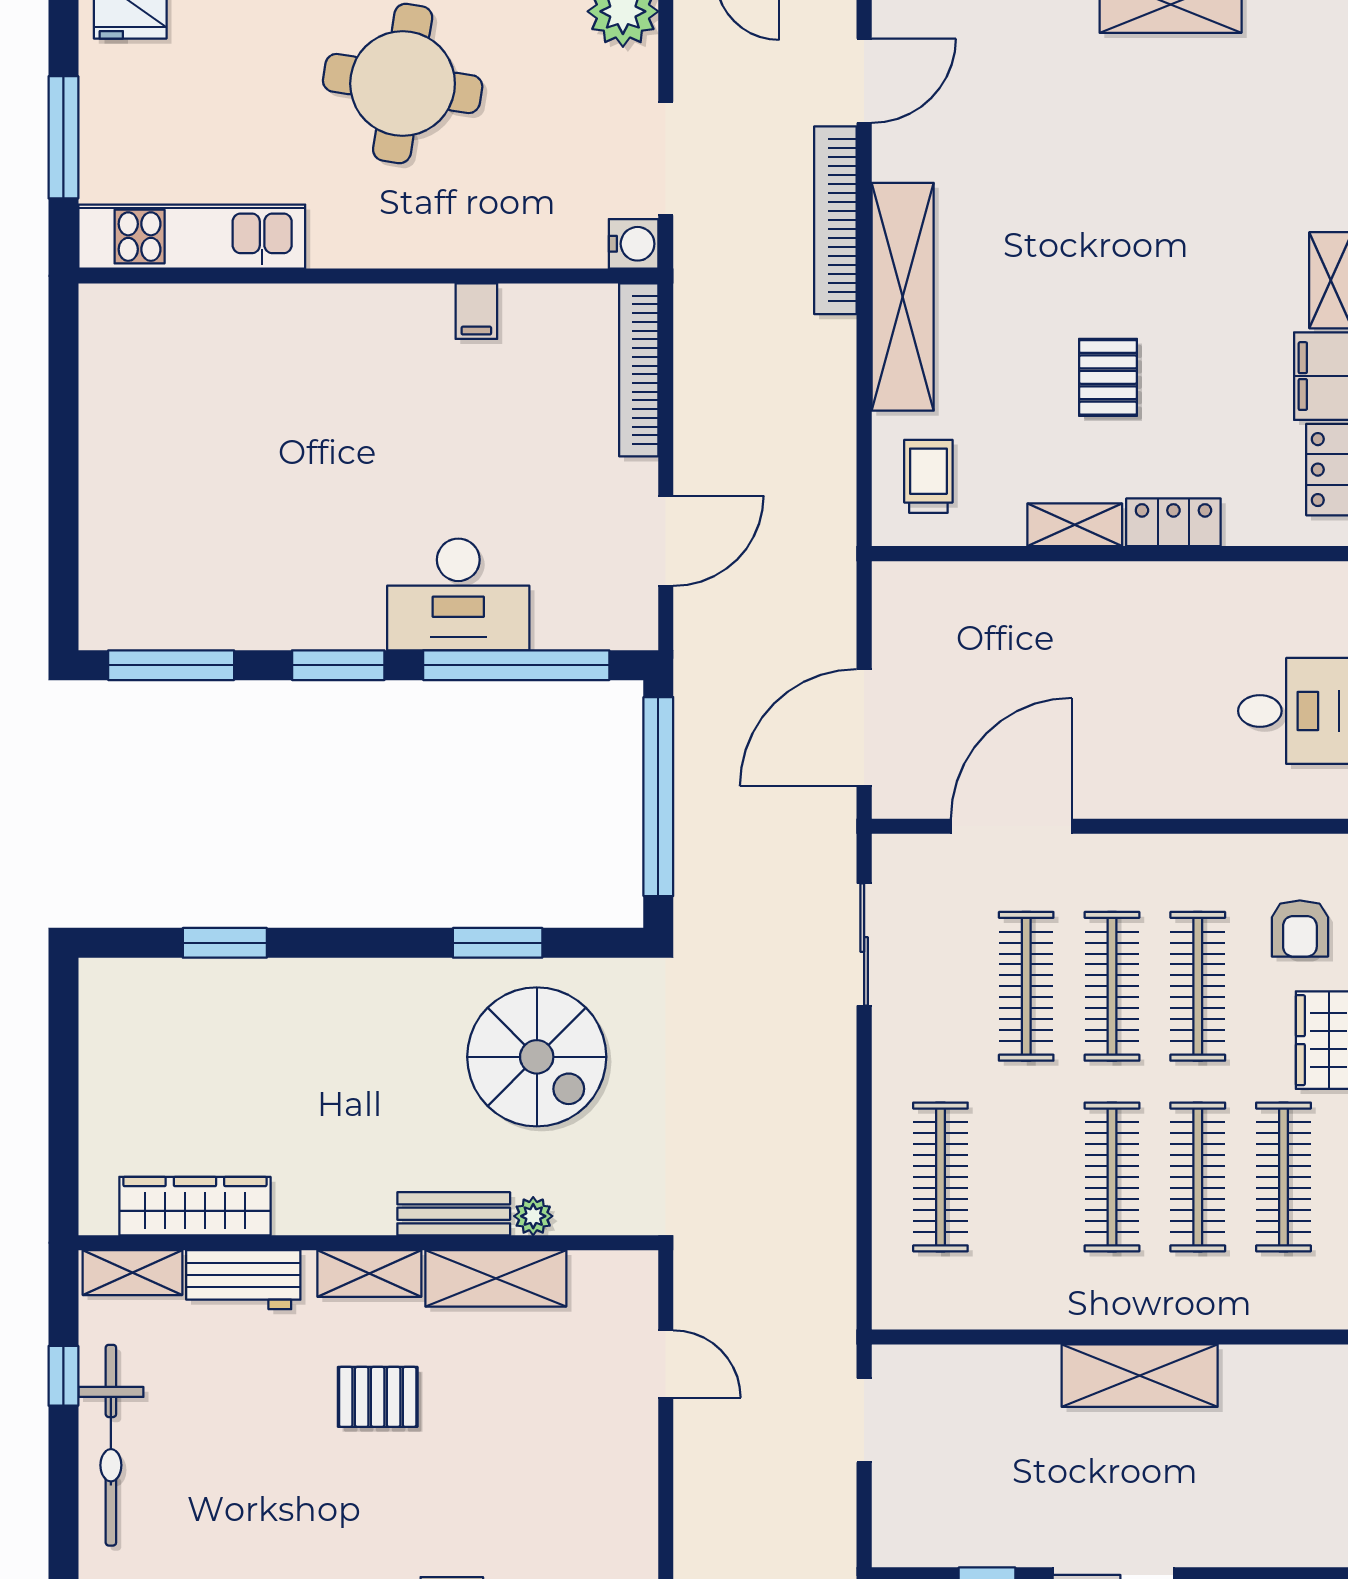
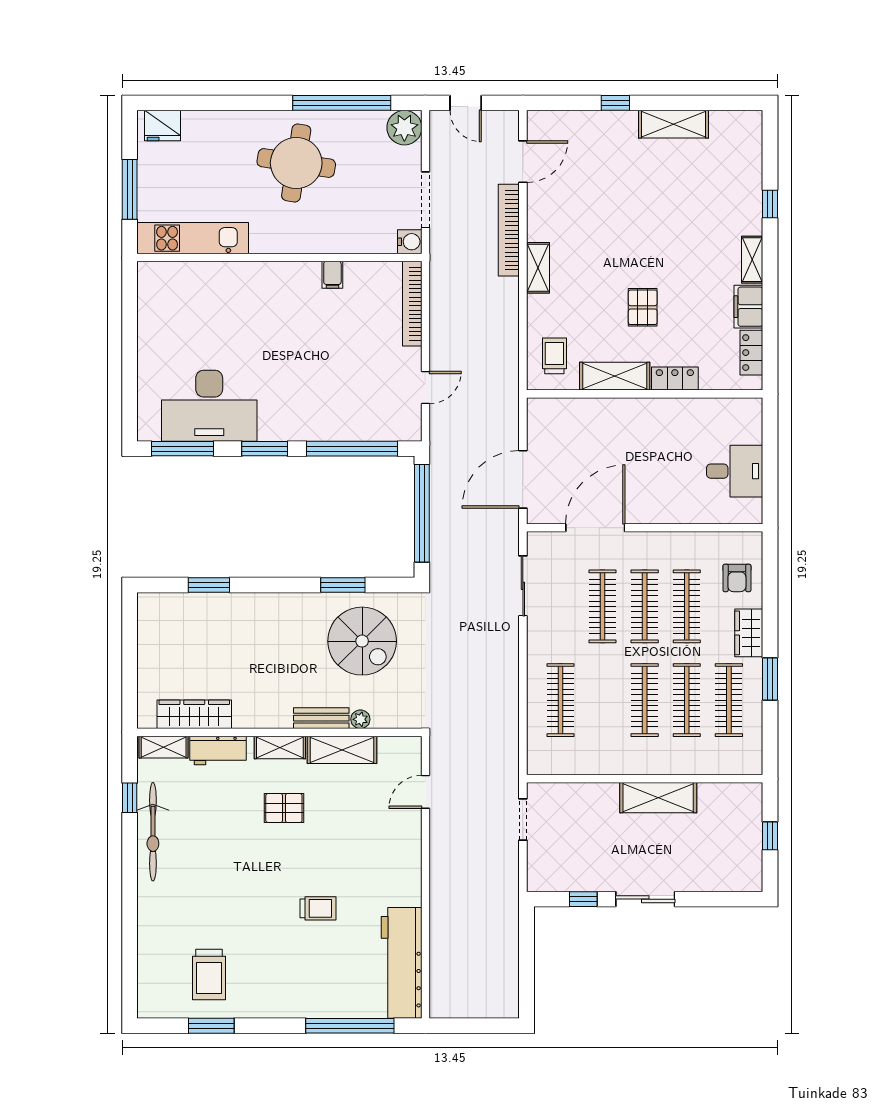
shelving: (903, 297) -> (538, 268), width x0.45, depth x0.75
shelving: (1075, 525) -> (615, 376), width x1.50, depth x1.33
door: (666, 541) -> (425, 388), width x0.73
desk: (458, 594) -> (209, 406), moved, width x1.36, depth x1.30
door: (666, 1364) -> (425, 792), swing flipped

